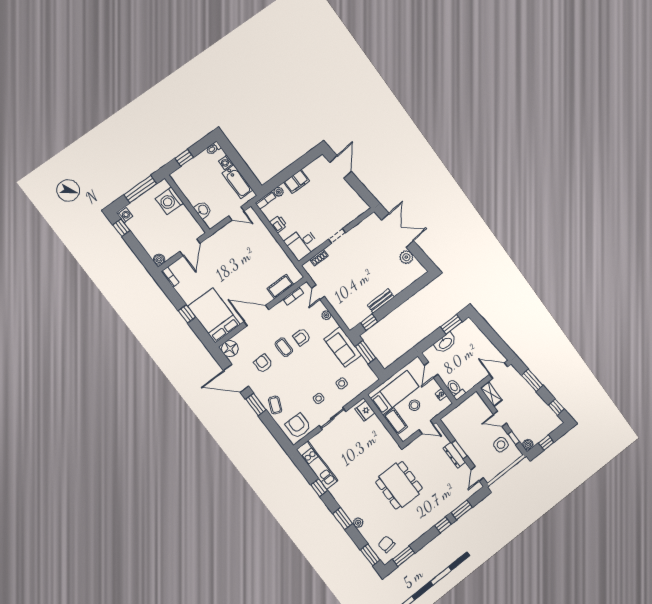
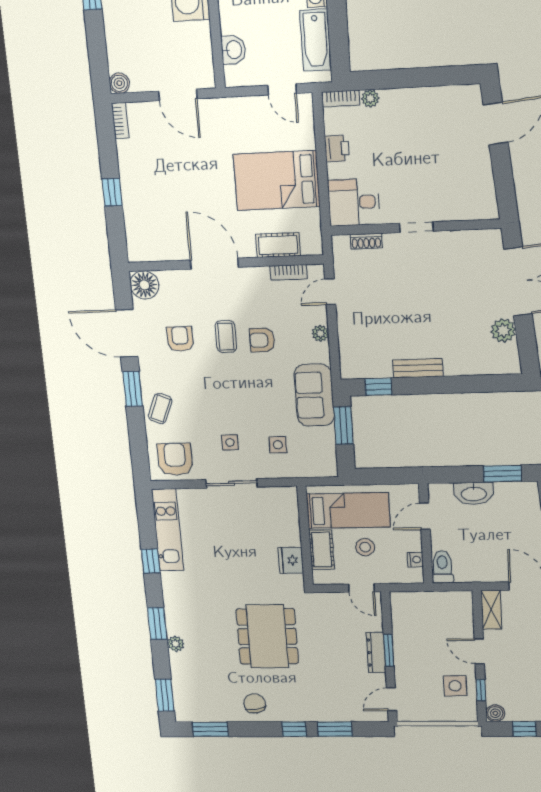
filing cabinet: (297, 182) -> (409, 101), removed
door: (190, 247) -> (178, 95), hinge flipped
bed: (214, 315) -> (277, 180), moved, turned -90
fridge: (365, 411) -> (291, 560), moved
chair: (387, 544) -> (255, 703), moved

